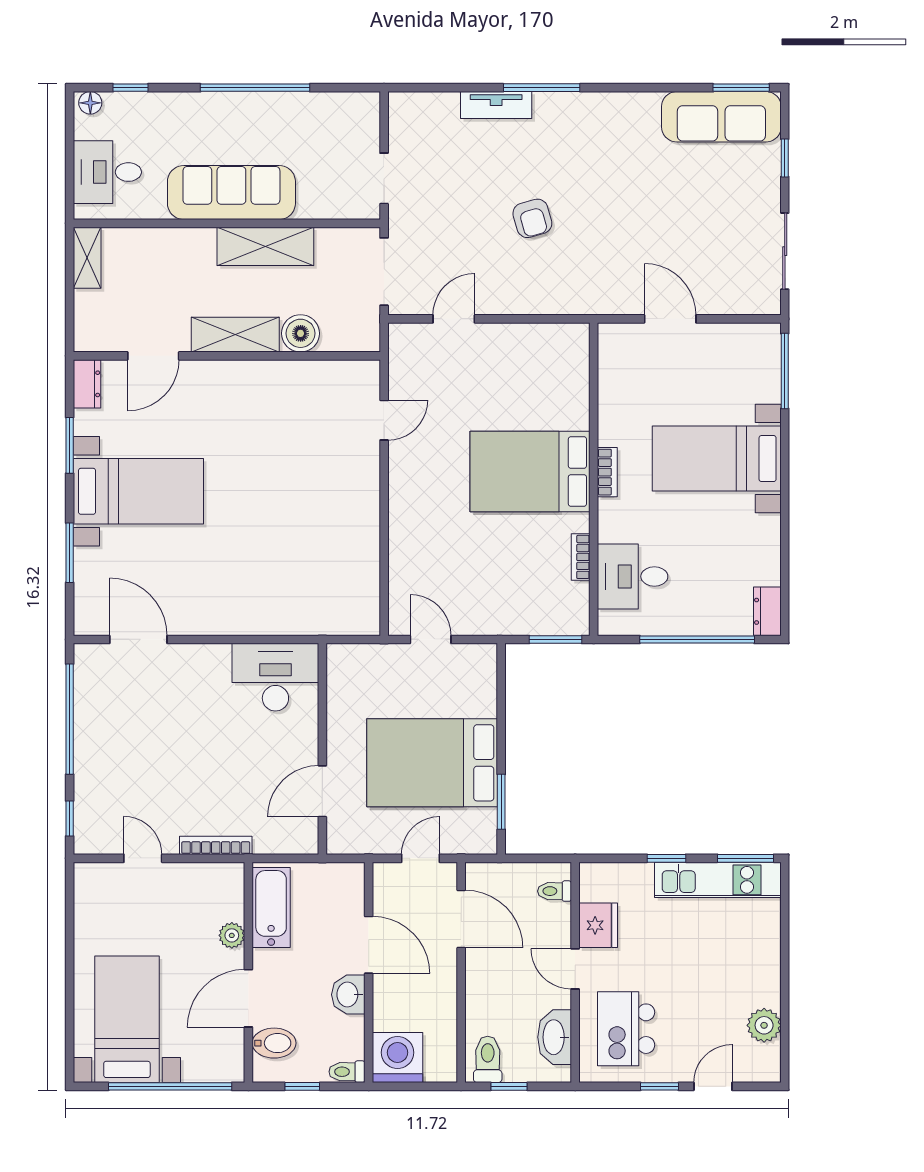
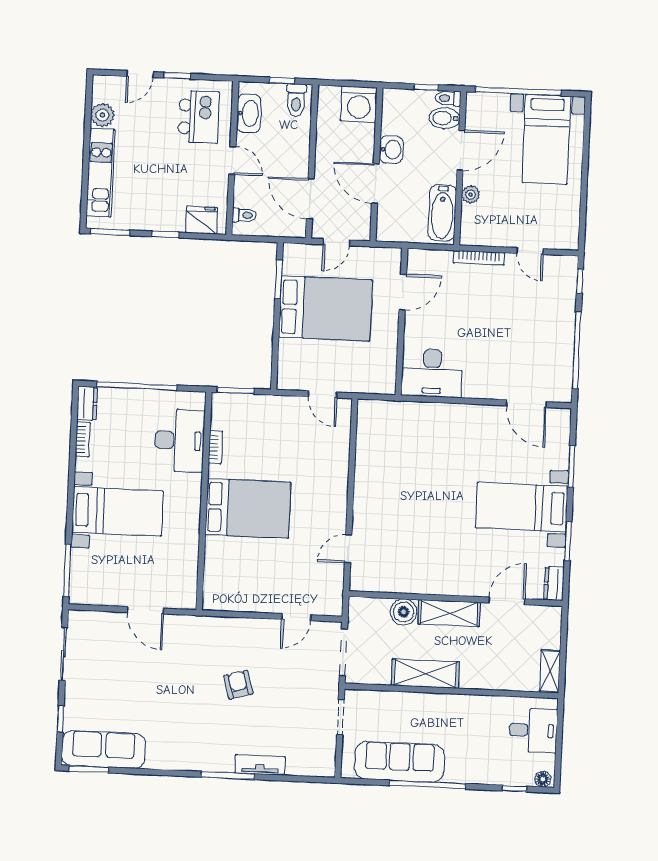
sofa: (231, 192) -> (400, 762), moved, turned 180
bookcase: (607, 472) -> (83, 439), moved, turned 180
desk: (633, 576) -> (180, 440), width x1.37
kitchen unit: (718, 880) -> (100, 173), moved, turned 90
fridge: (598, 925) -> (201, 220), moved, turned 90
toilet: (347, 1072) -> (448, 98), moved, turned 180

